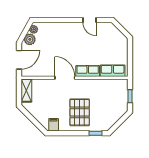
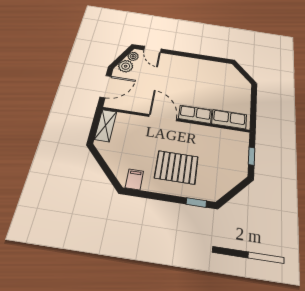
door: (90, 20) -> (152, 49), moved
pallet: (80, 112) -> (176, 167), turned 90

